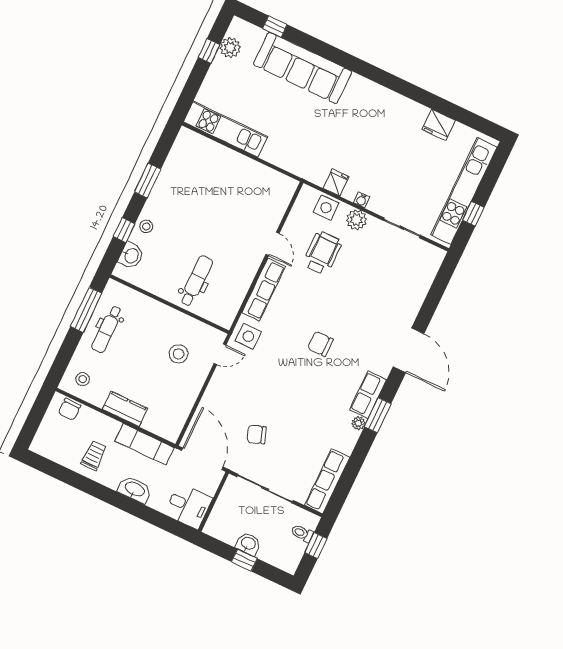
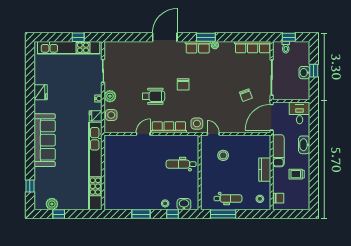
sofa: (303, 68) -> (45, 140), moved
fridge: (438, 125) -> (41, 92), moved
kitchen unit: (226, 129) -> (95, 166), width x1.86
wheelchair: (322, 253) -> (154, 96), moved, turned 180

